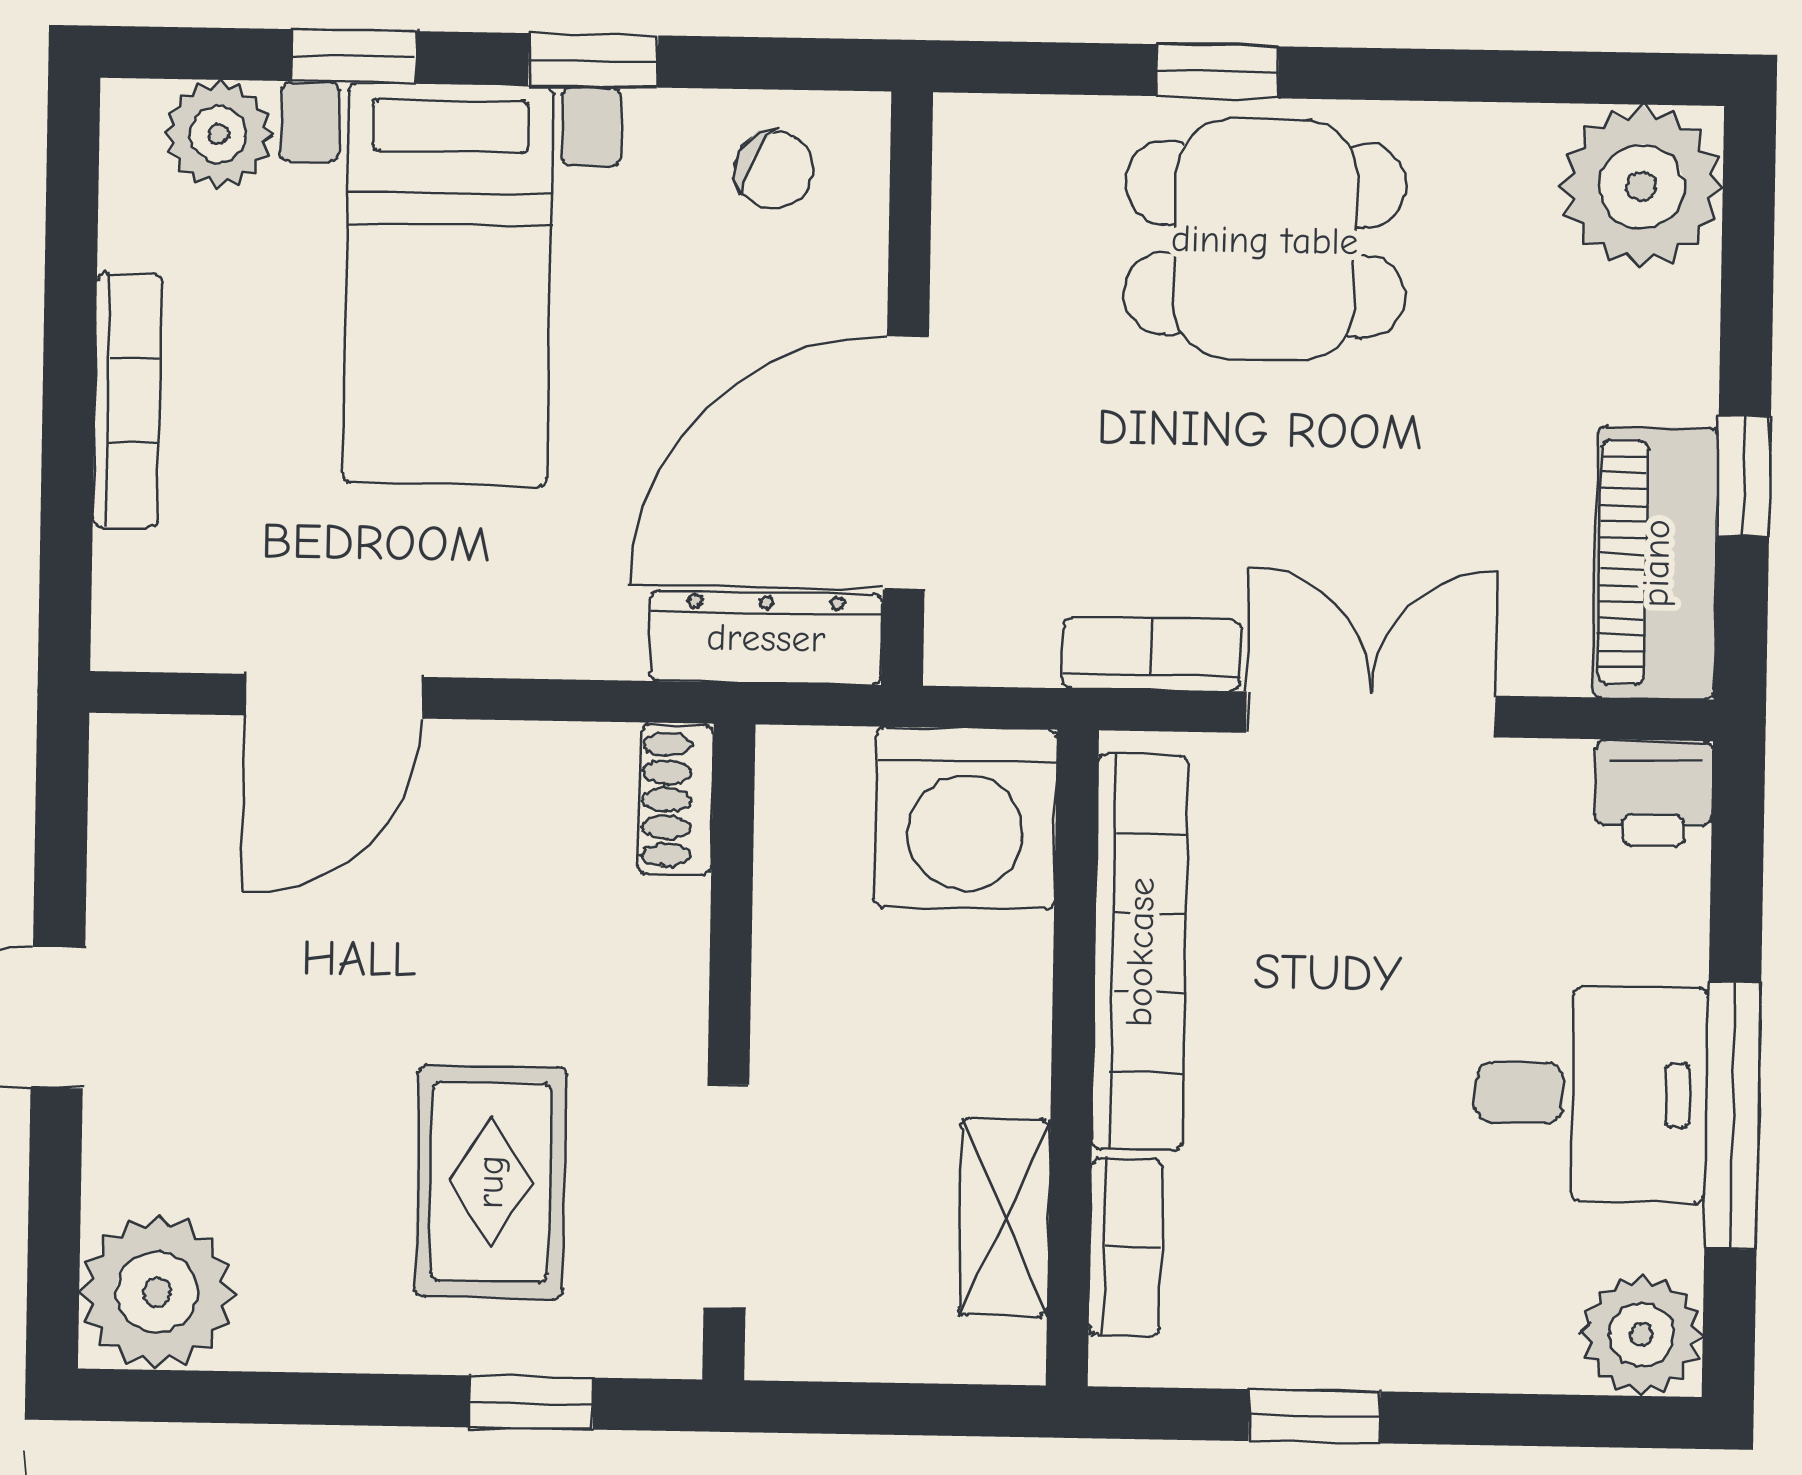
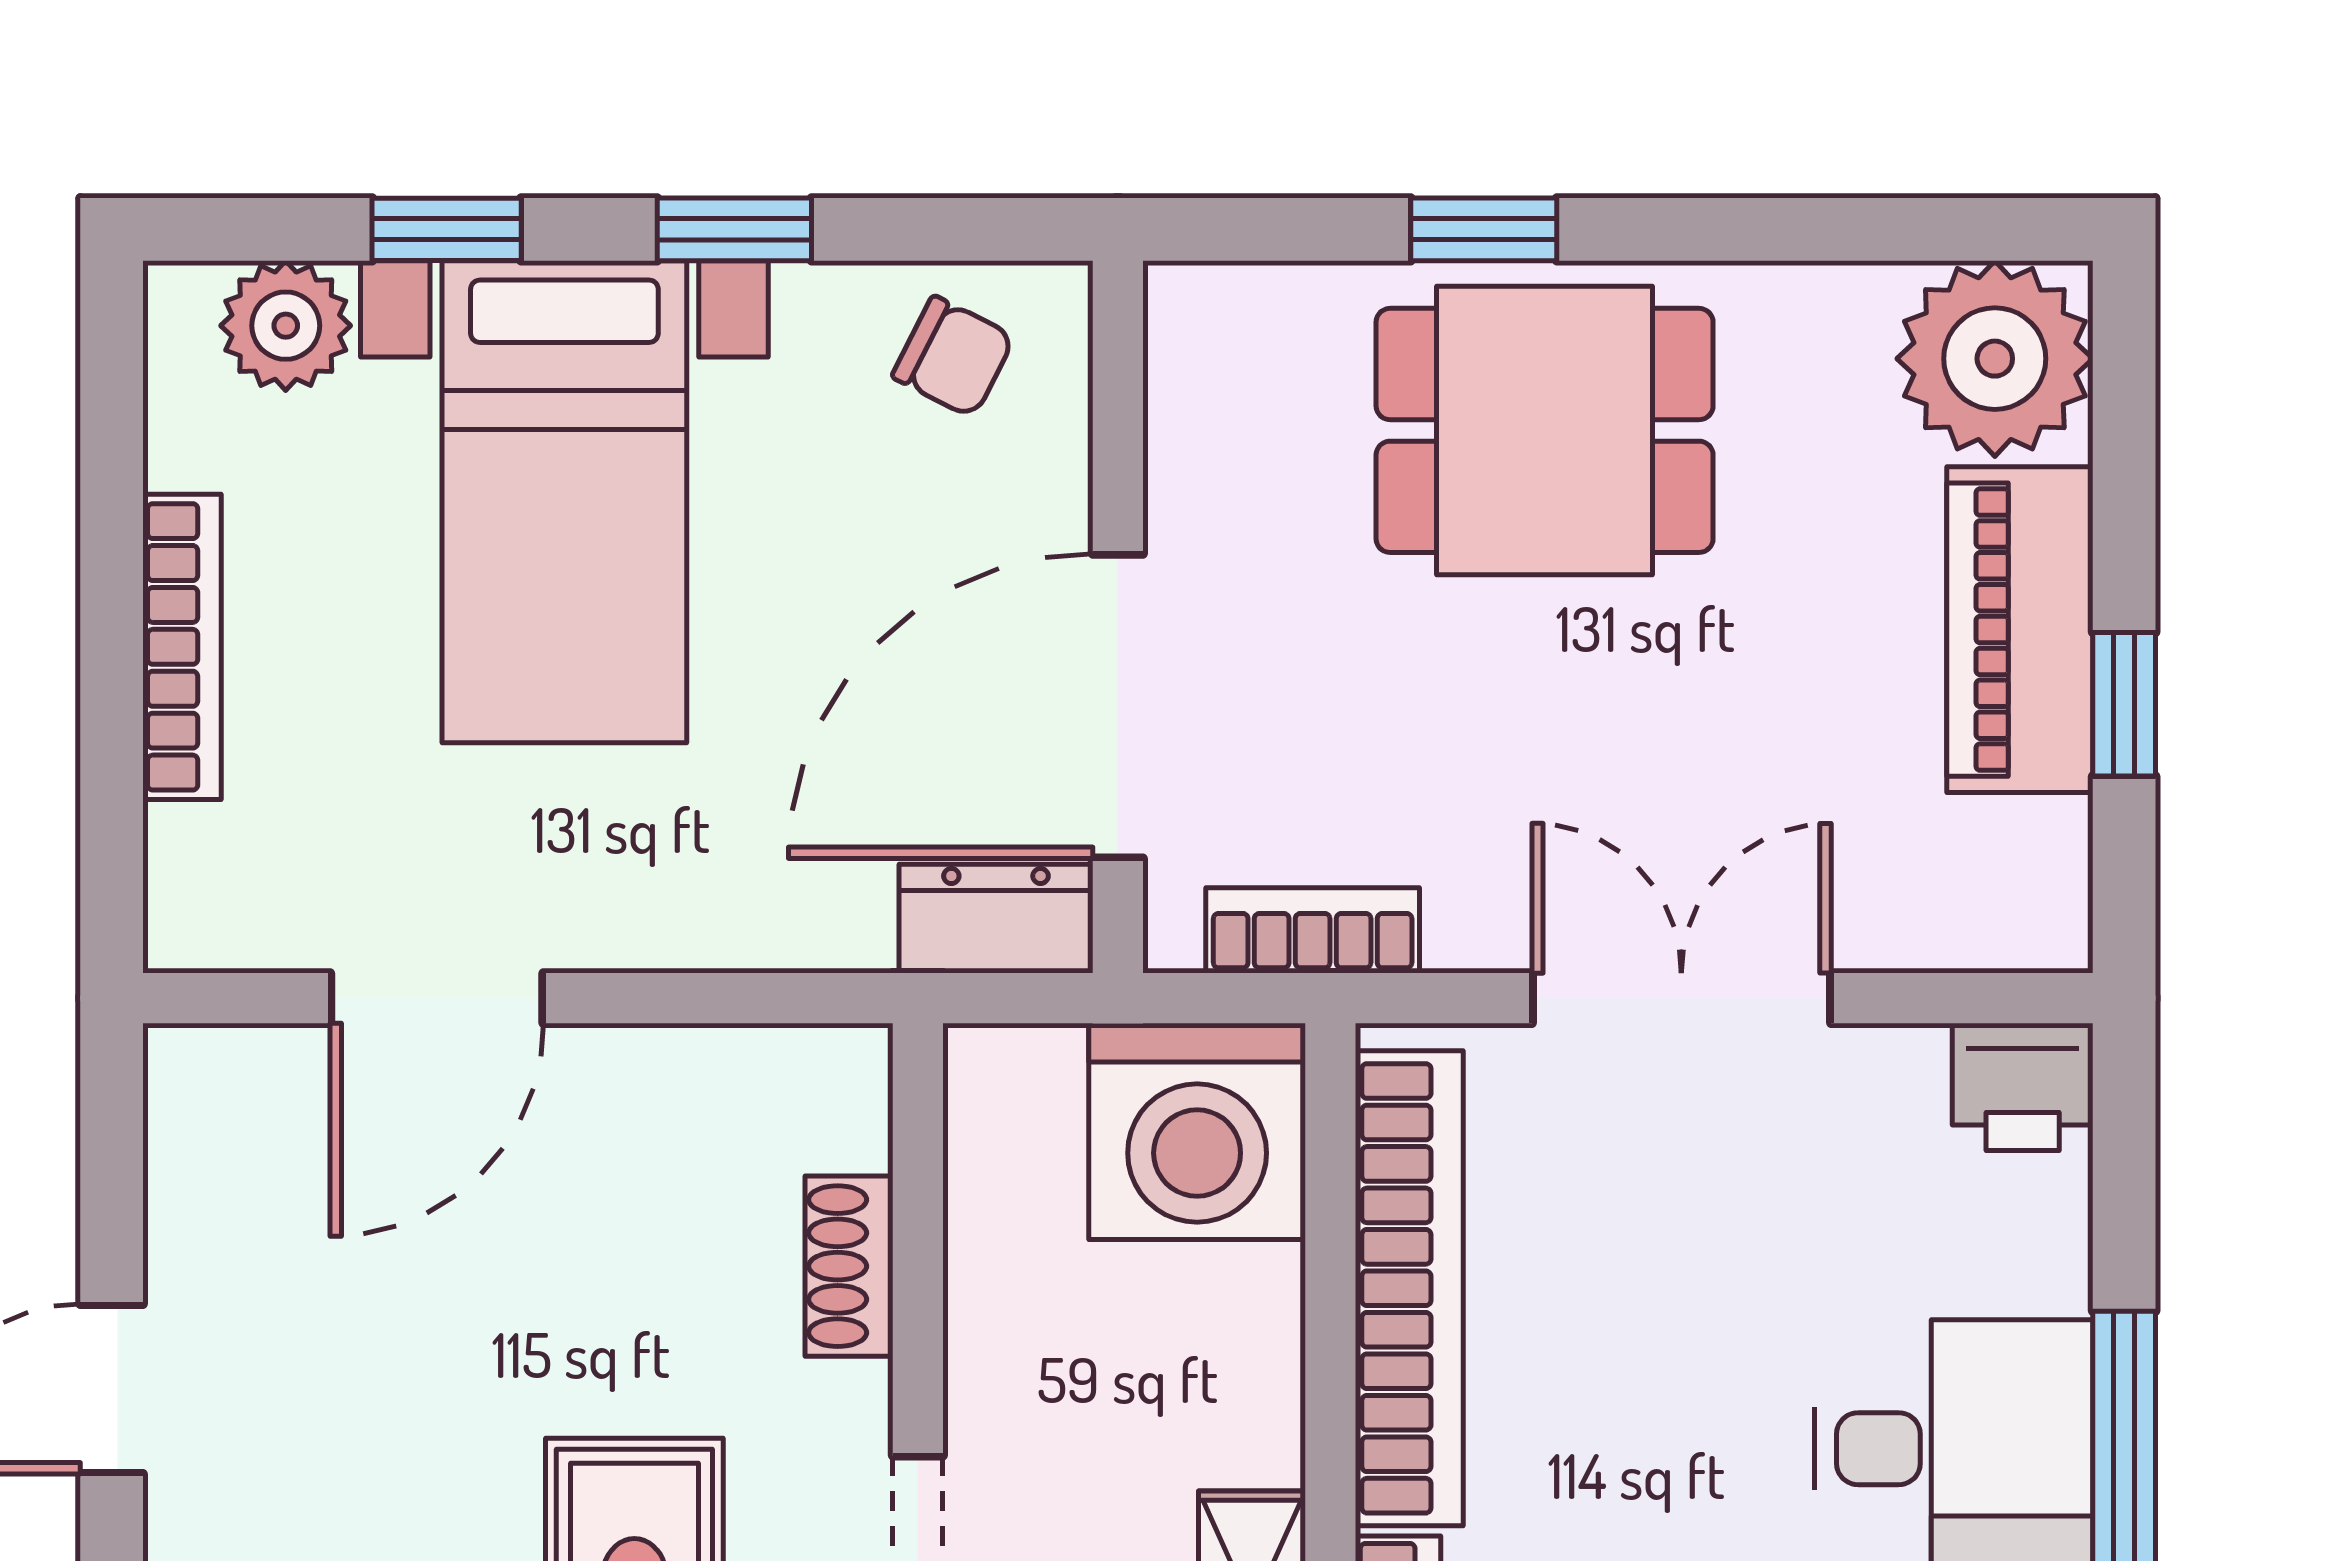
piano: (1656, 563) -> (2020, 630), moved
dresser: (766, 638) -> (996, 919), width x0.70
bookcase: (1151, 654) -> (1313, 930), moved
shoe rack: (676, 800) -> (849, 1266), moved

